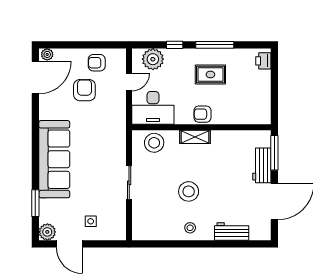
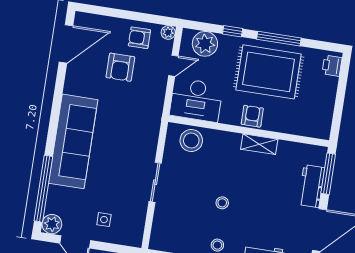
plant: (47, 54) -> (168, 32), moved
rug: (210, 75) -> (269, 72), width x1.86, depth x2.06
armchair: (84, 90) -> (120, 67), turned 180
armchair: (202, 114) -> (252, 116), turned 90
shelving: (195, 137) -> (259, 144), moved
stool: (189, 191) -> (222, 203), width x0.53, depth x0.53
window: (35, 203) -> (43, 189), width x2.11

